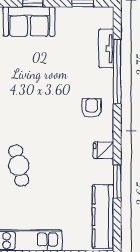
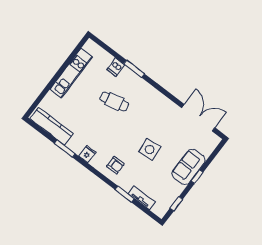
window: (117, 72) -> (125, 194), width x0.47
side table: (43, 82) -> (150, 149), added

